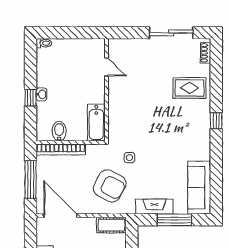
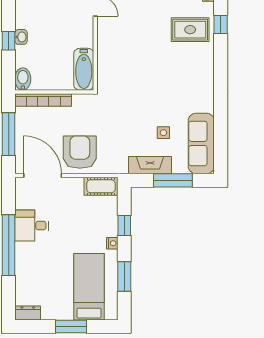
window: (216, 121) -> (221, 24), moved
bidet: (59, 131) -> (23, 79), moved
side table: (129, 158) -> (163, 133), moved
armchair: (110, 186) -> (80, 152), moved, turned -118

